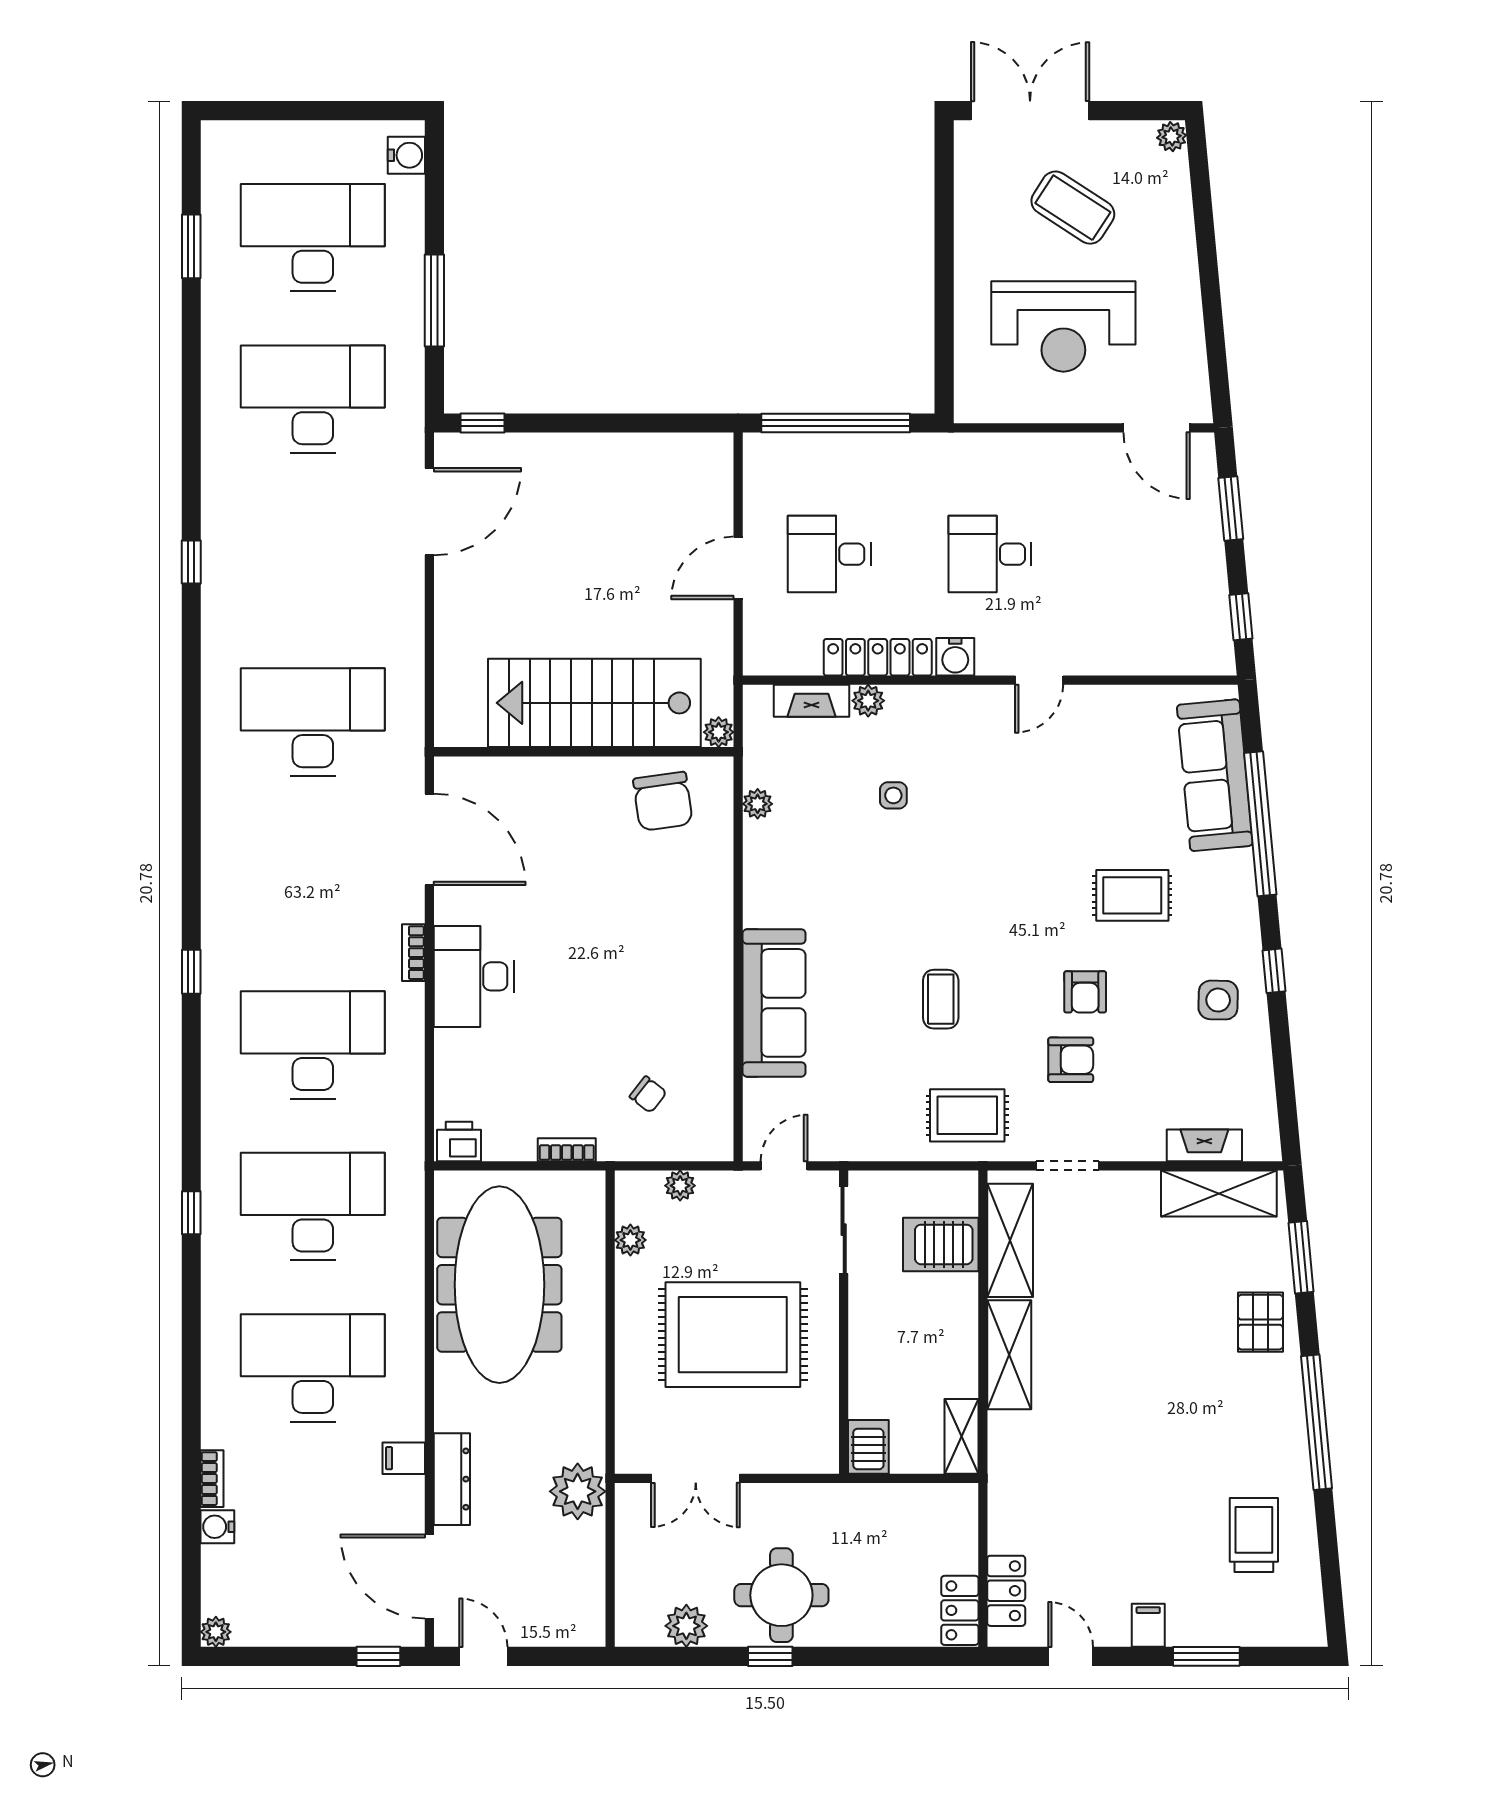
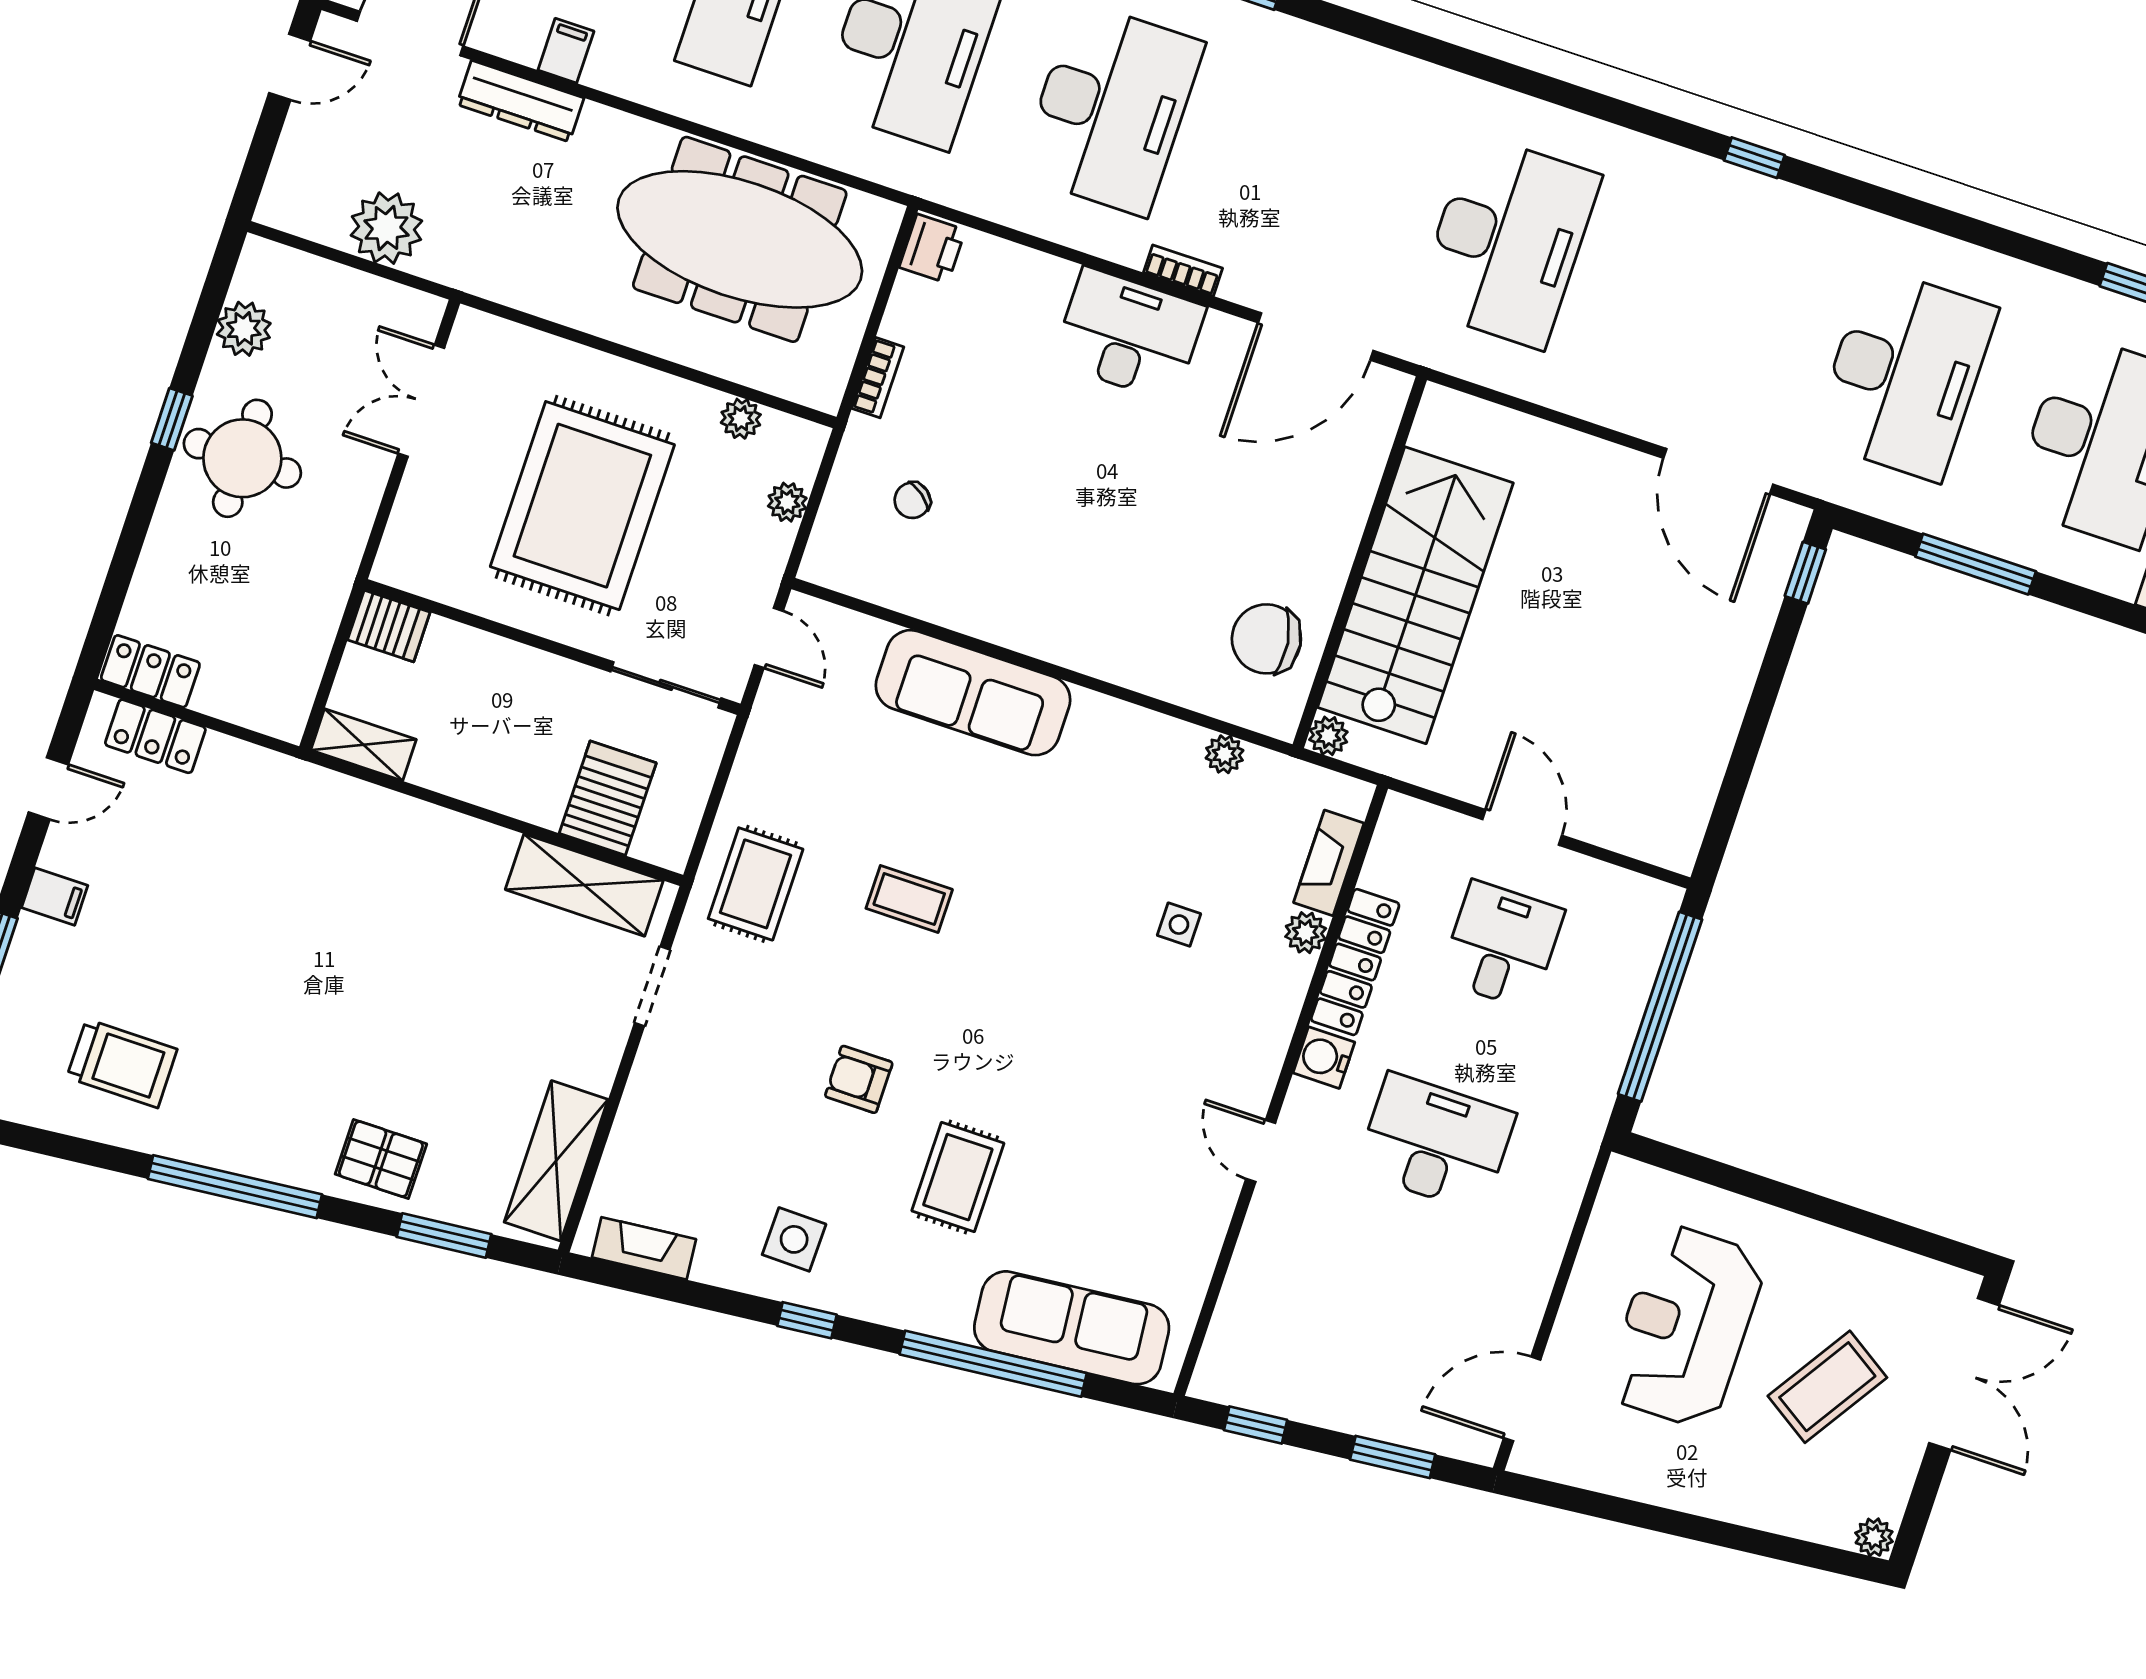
desk: (990, 554) -> (1436, 1143), width x1.37
armchair: (1071, 1060) -> (781, 1034), removed
fireplace: (1204, 1145) -> (644, 1248), moved, turned -95
shelving: (1009, 1355) -> (444, 837), removed
plant: (578, 1491) -> (386, 228), moved

